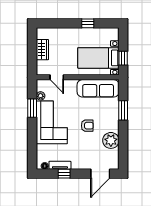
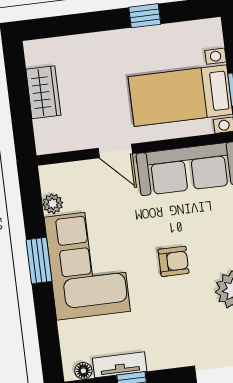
door: (57, 77) -> (115, 151), moved
window: (32, 108) -> (39, 260), moved

